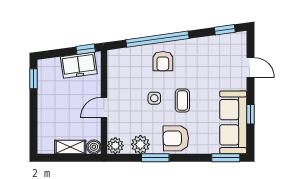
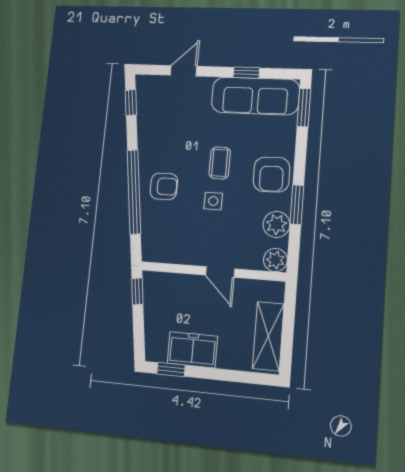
freezer: (79, 65) -> (192, 350), moved, turned -82
coffee table: (182, 100) -> (220, 163), turned 90
shelving: (70, 147) -> (268, 336), width x1.50, depth x1.33
boiler: (94, 147) -> (275, 291), removed

